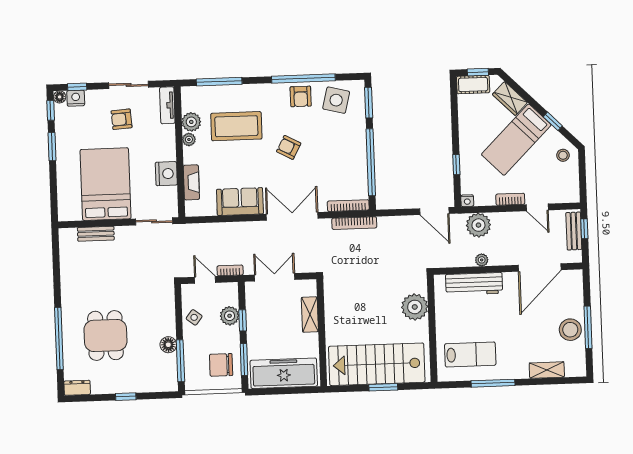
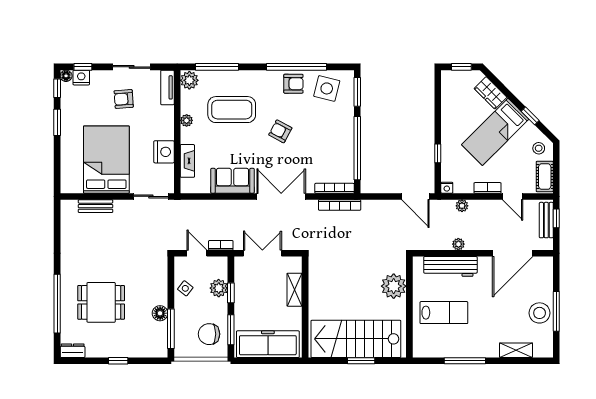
cot: (473, 85) -> (545, 177), moved, turned 90
armchair: (301, 96) -> (293, 84), turned -90
plant: (191, 122) -> (189, 80), moved
plant: (478, 225) -> (462, 206), width x0.53, depth x0.53
dining table: (105, 335) -> (101, 302), turned 90
lab bench: (470, 354) -> (444, 313), moved

